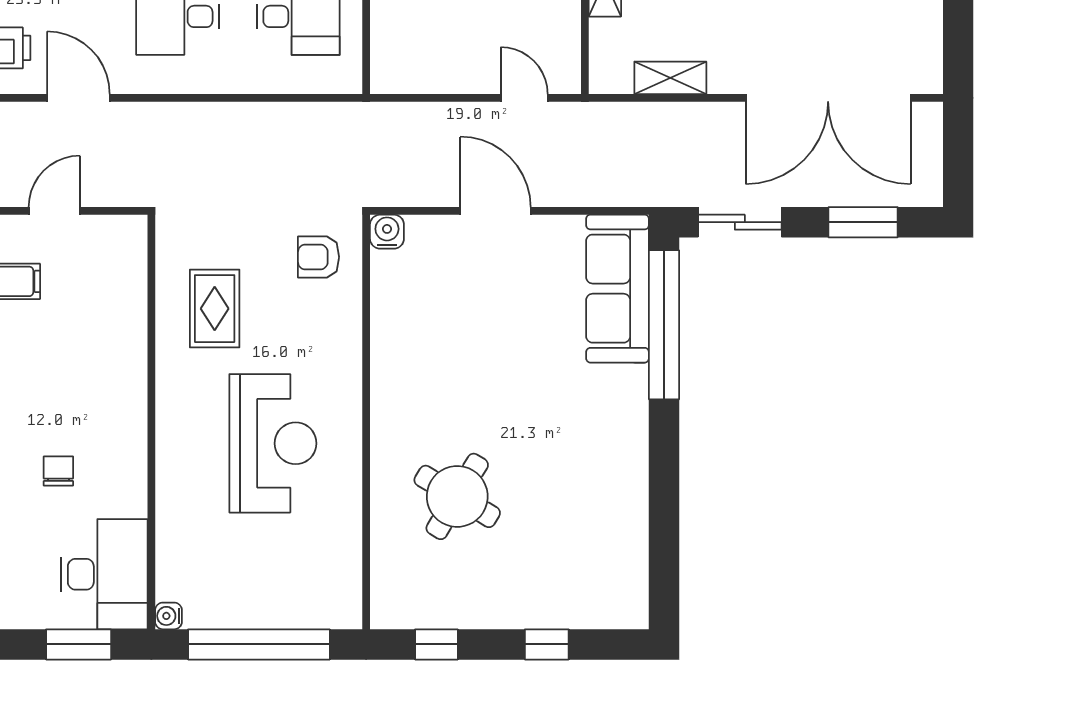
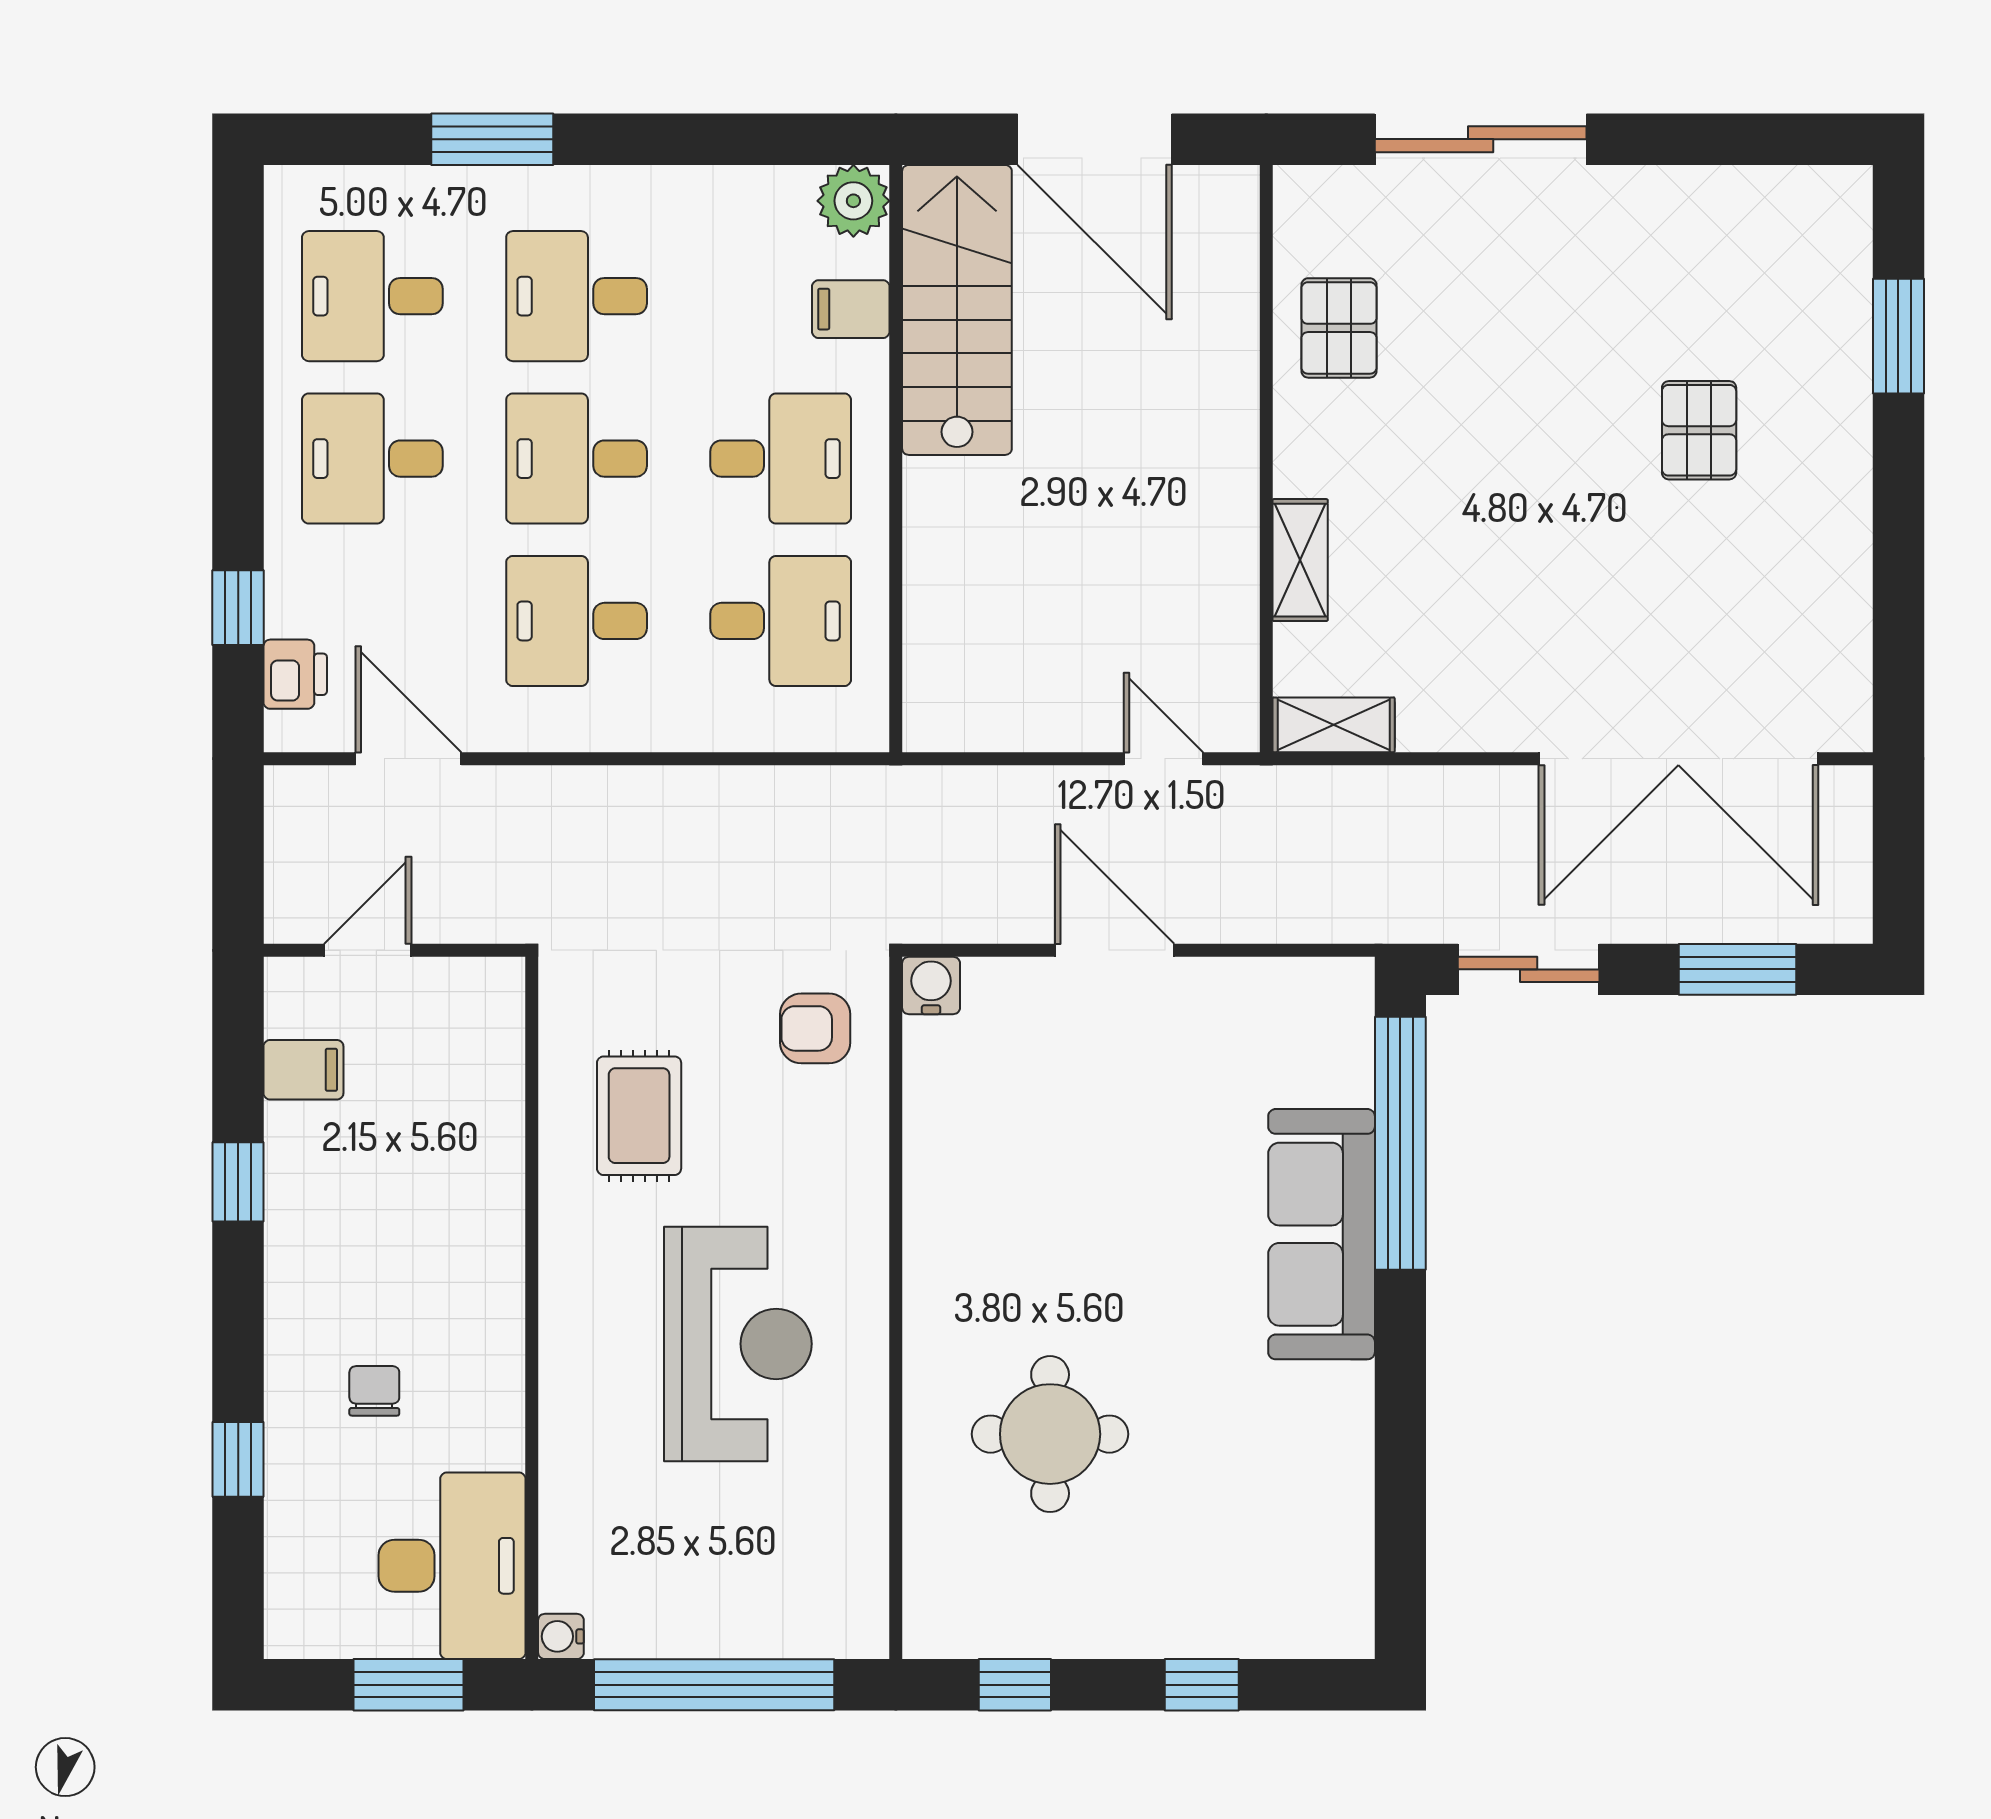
shelving: (670, 78) -> (1334, 725), moved
sofa: (618, 289) -> (1322, 1234), moved
round table: (457, 496) -> (1050, 1434), turned -31

